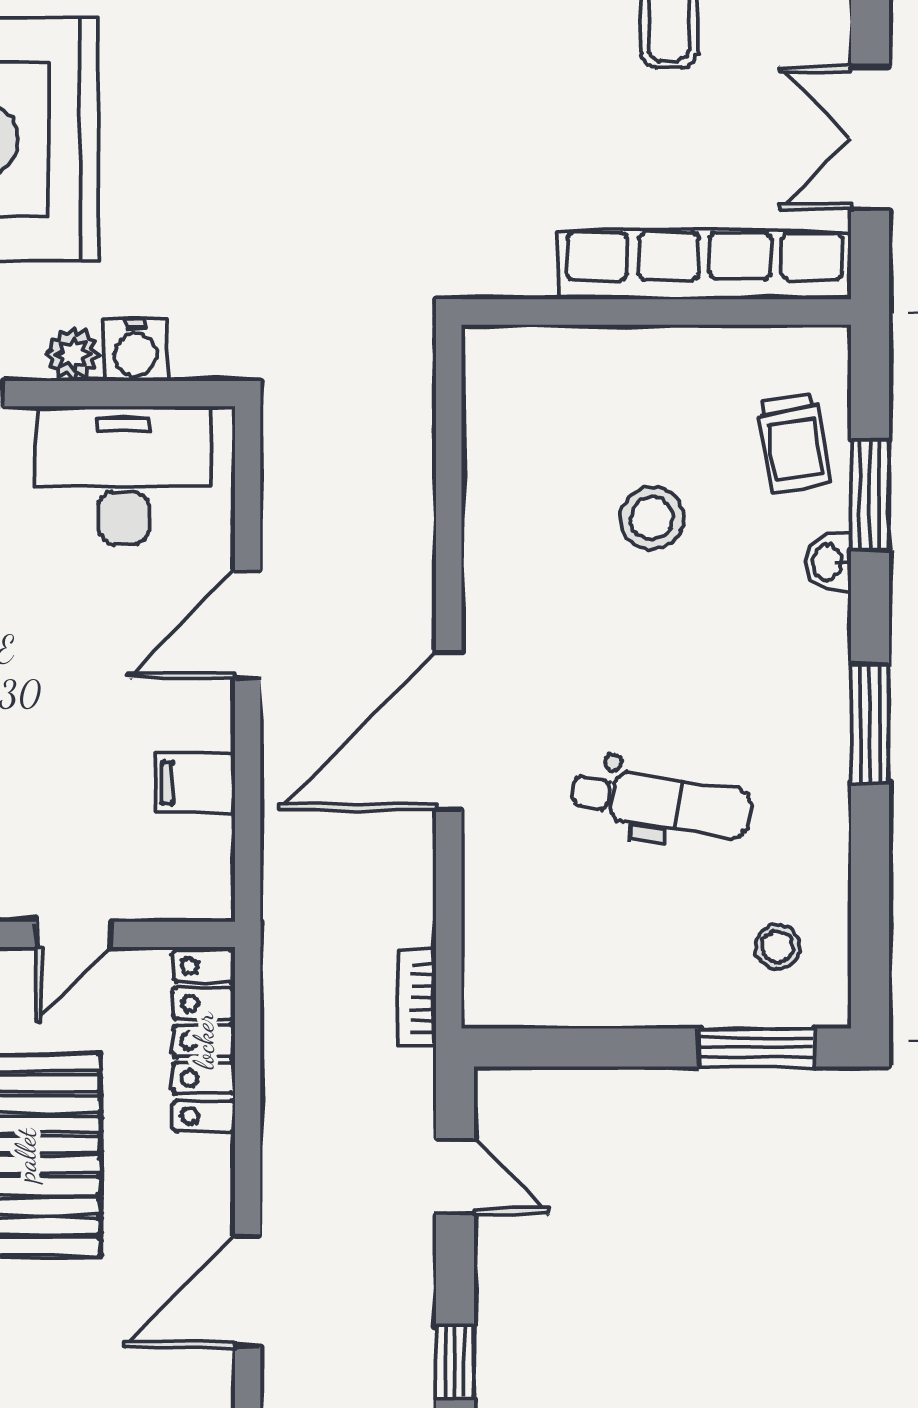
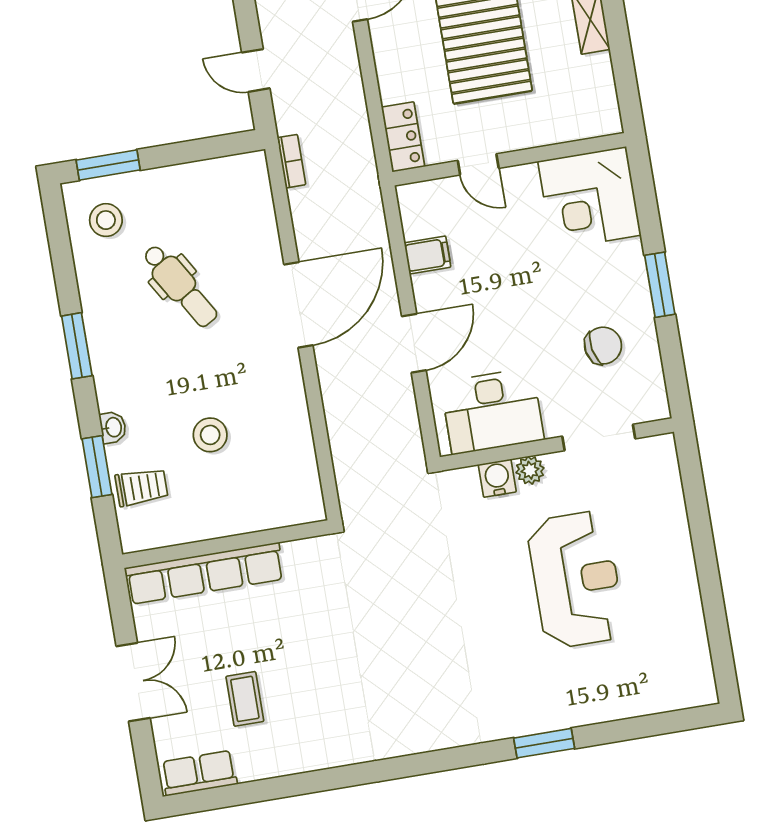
double door: (870, 138) -> (133, 682), moved
trolley: (794, 443) -> (141, 487), turned 100
dental chair: (661, 803) -> (180, 286), turned -129
door: (74, 934) -> (478, 164), swing flipped
stool: (778, 947) -> (106, 220), width x1.37, depth x1.37
locker: (204, 1041) -> (403, 137), width x0.66

